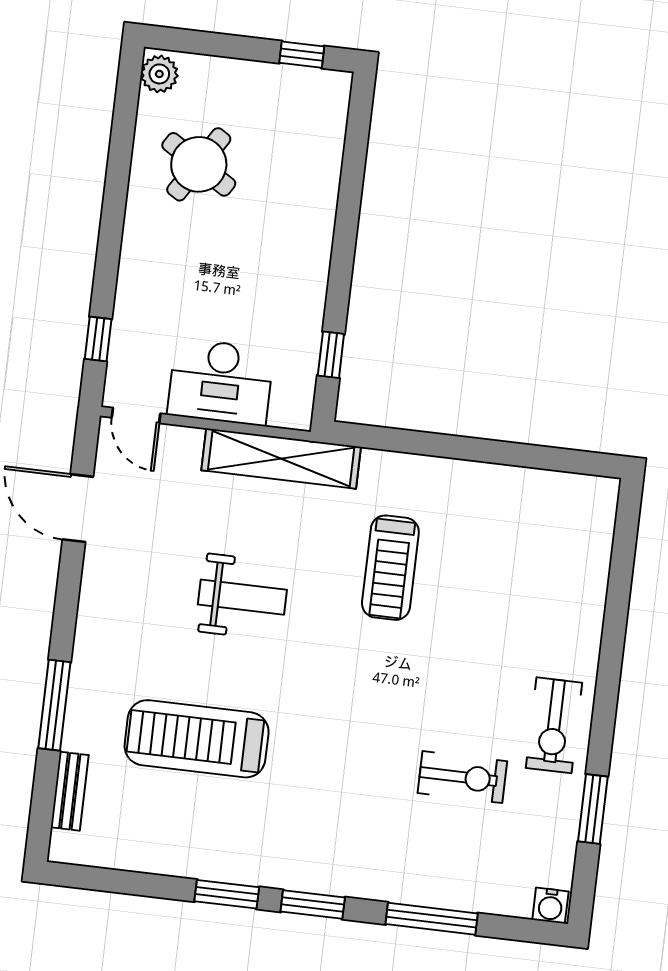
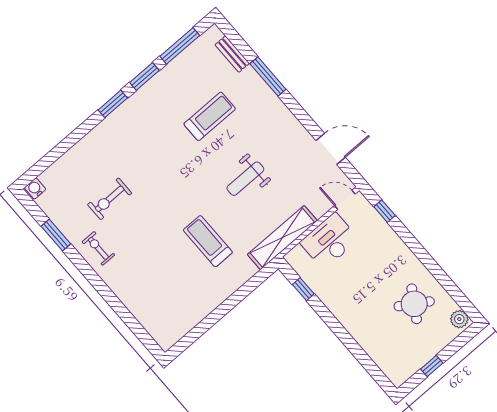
window: (302, 55) -> (432, 366), moved
exercise bike: (554, 725) -> (98, 248), width x0.73, depth x0.72
treadmill: (197, 739) -> (210, 116), width x0.73, depth x0.73
window: (432, 919) -> (180, 46), moved

